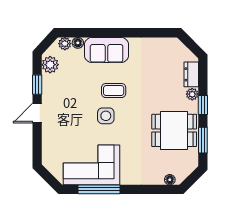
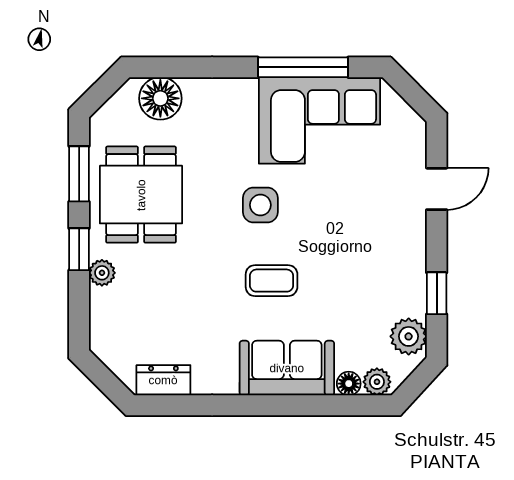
dresser: (191, 74) -> (163, 380), moved, turned -90
door: (37, 113) -> (437, 189), moved
side table: (106, 116) -> (260, 205), moved
dining table: (174, 130) -> (141, 195), turned 90
floor lamp: (170, 180) -> (160, 98), width x1.89, depth x1.89

